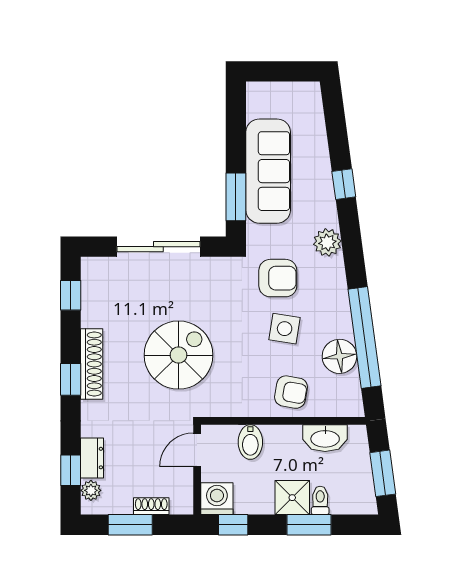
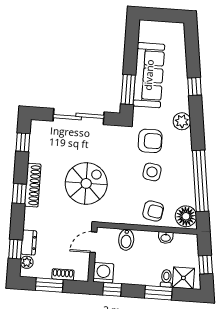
floor lamp: (339, 356) -> (186, 216), moved
washbasin: (325, 438) -> (166, 238), width x0.52, depth x0.69
window: (383, 473) -> (206, 265), width x0.67
shower: (292, 498) -> (183, 278), moved

